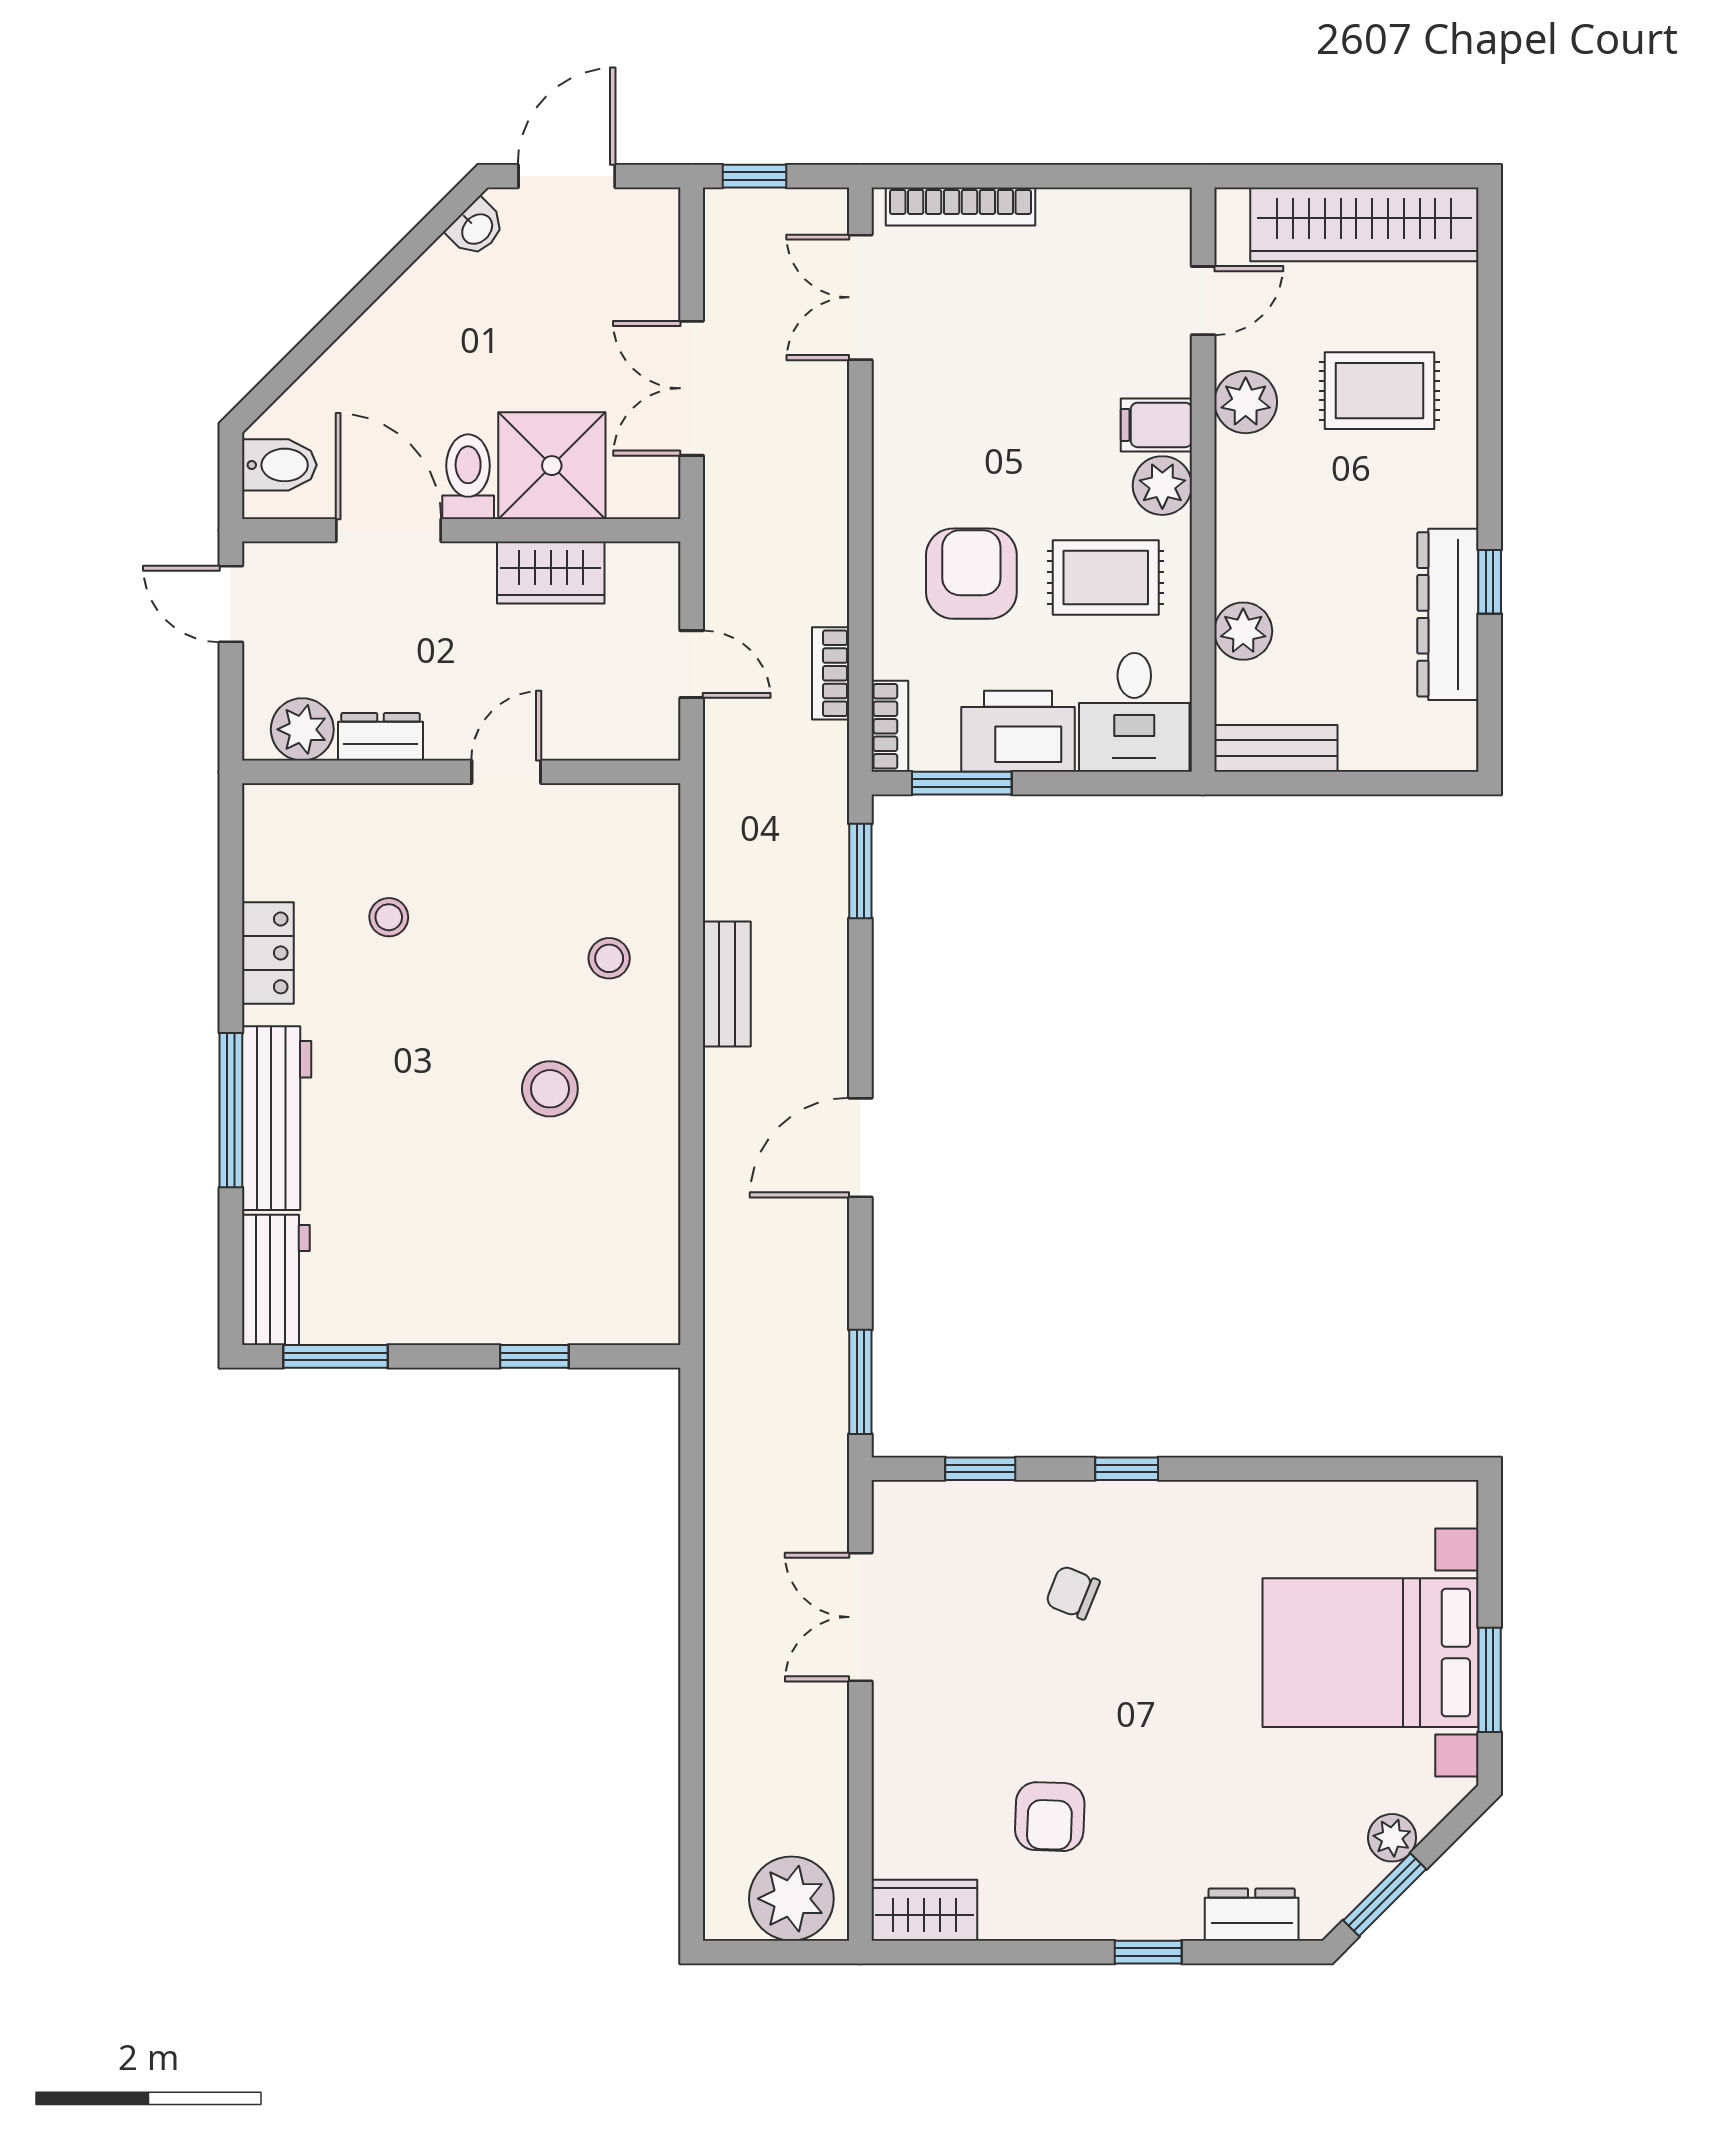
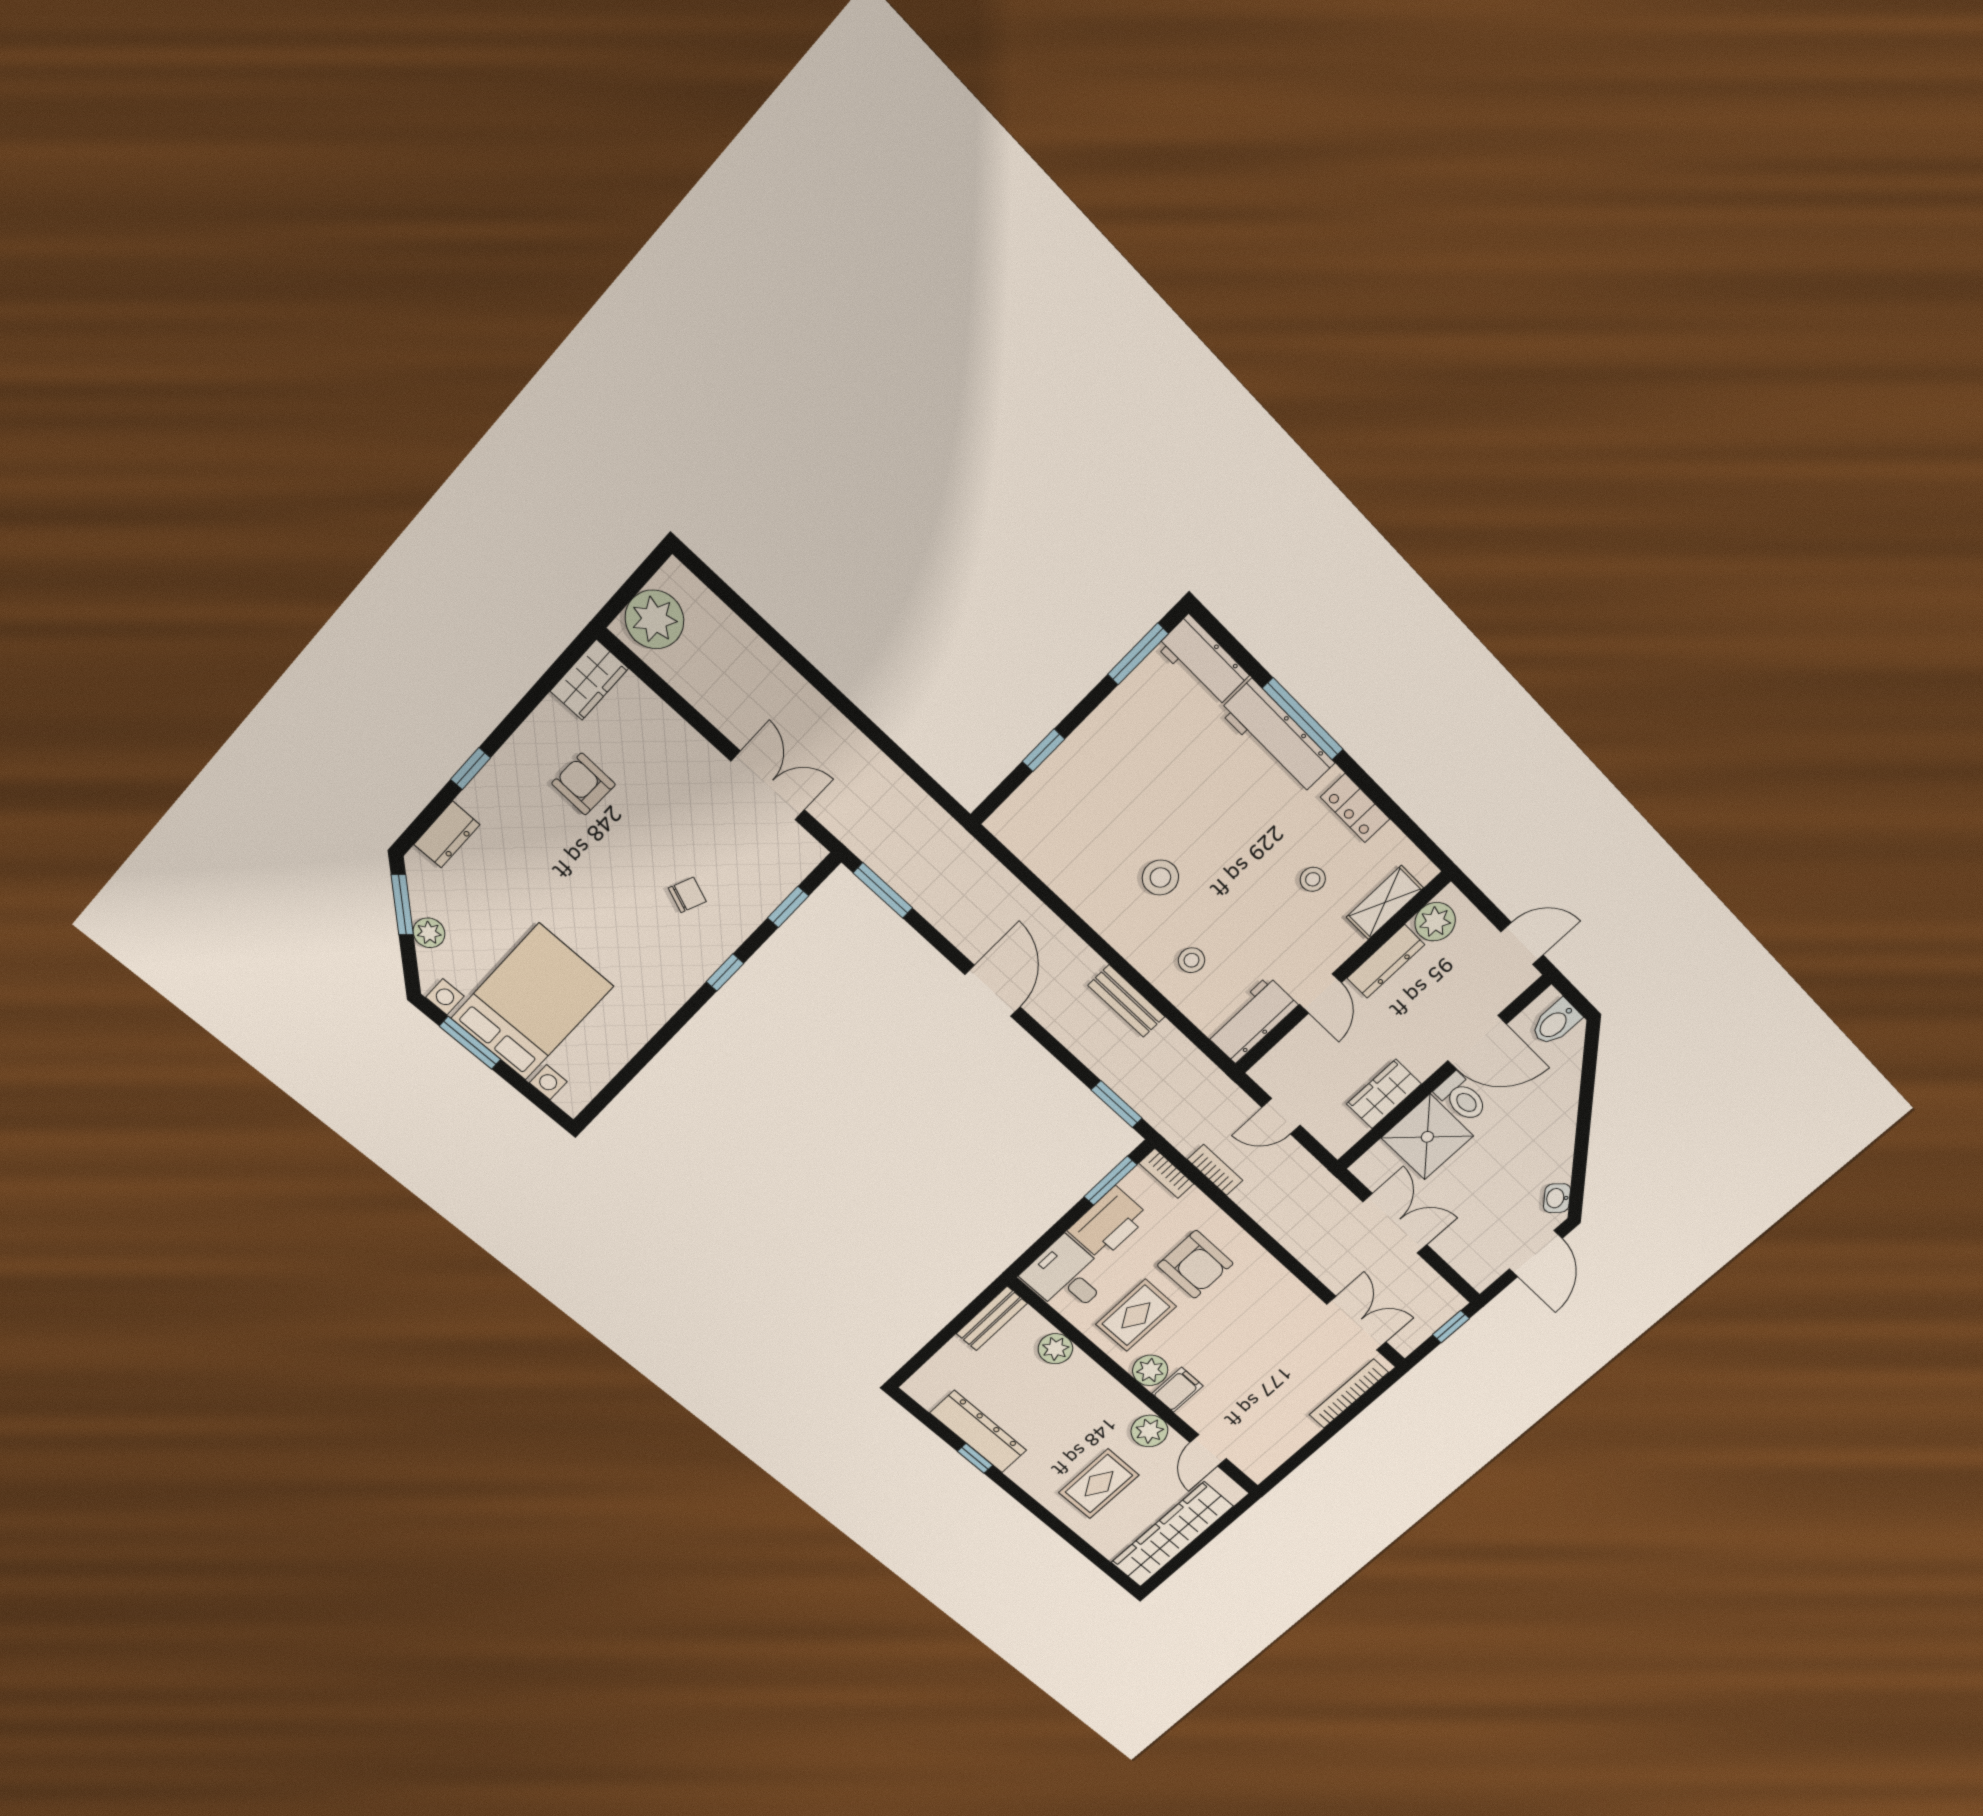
dresser: (381, 737) -> (1386, 961), width x1.44
shelving: (336, 809) -> (1385, 903), added
workbench: (612, 819) -> (1252, 1020), added

